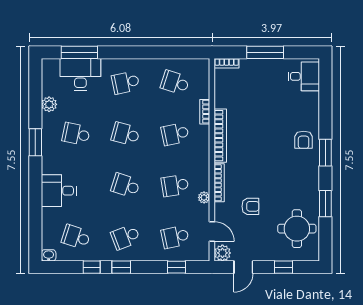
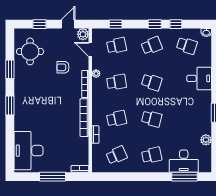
desk: (304, 76) -> (28, 151), width x1.87, depth x1.30
school desk: (175, 83) -> (117, 155), turned -42
school desk: (76, 134) -> (187, 119), removed
armchair: (304, 140) -> (25, 115), removed

